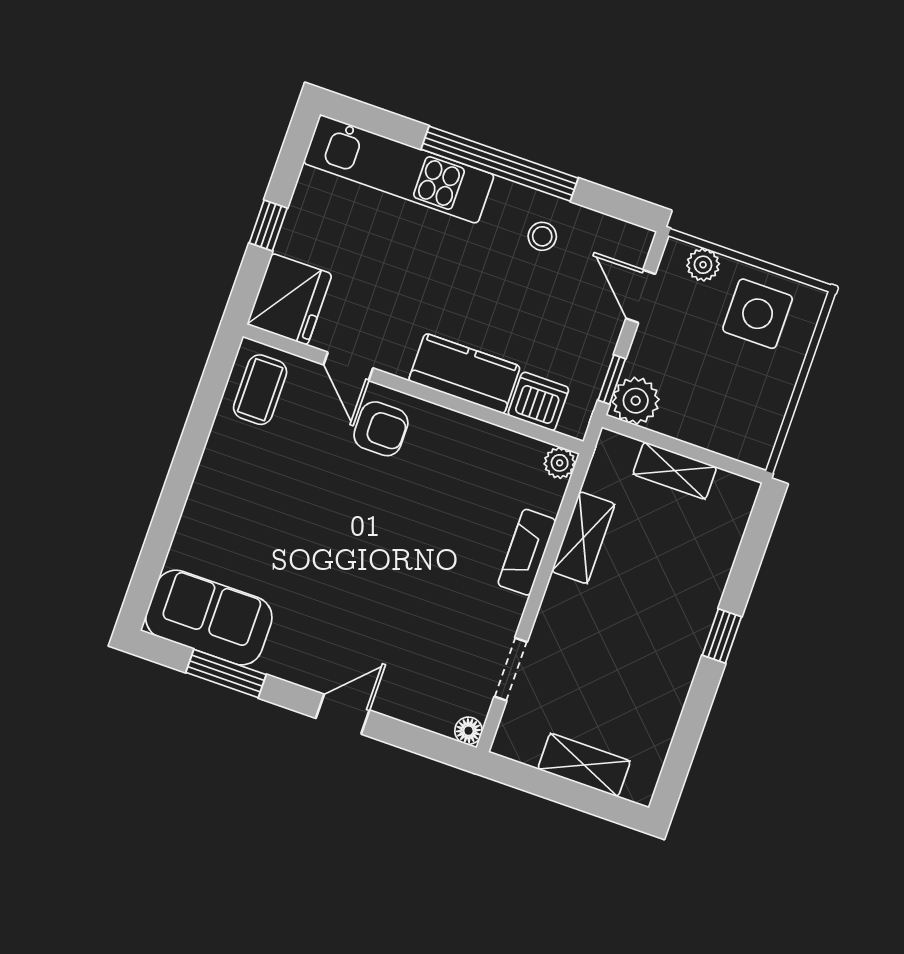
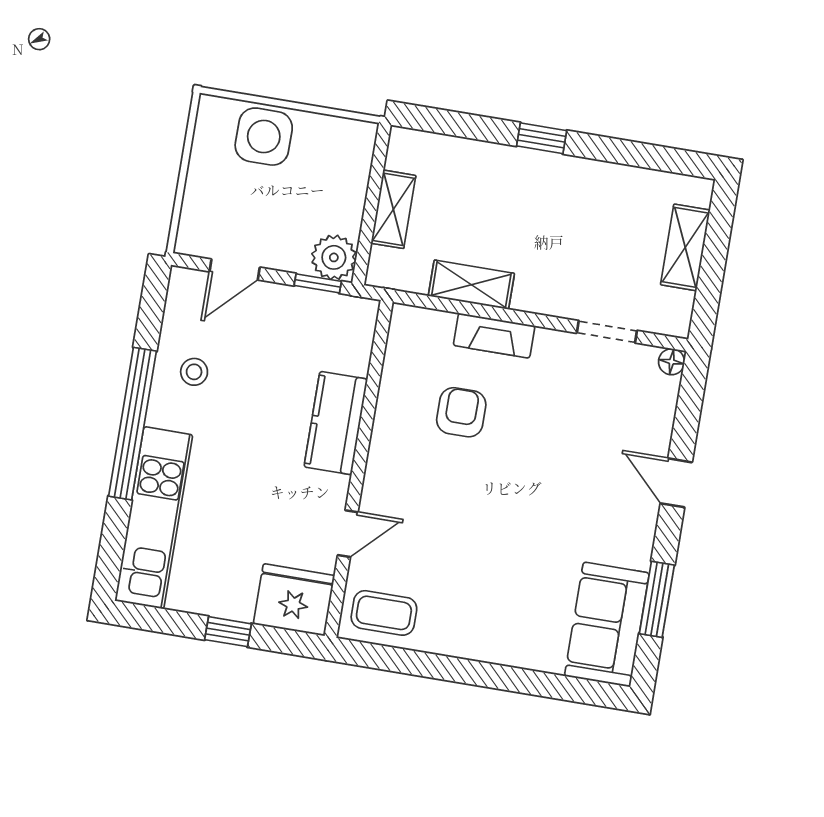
plant: (703, 265) -> (195, 216), removed
side table: (758, 314) -> (264, 137), moved
dishwasher: (538, 401) -> (350, 349), removed
armchair: (381, 429) -> (461, 412), moved
plant: (560, 463) -> (405, 319), removed

